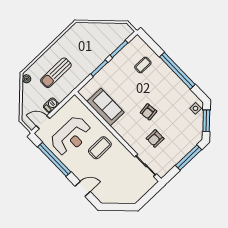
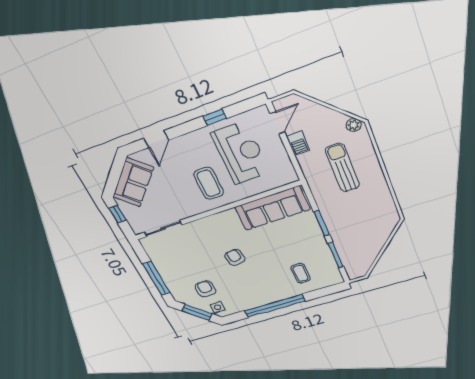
sofa: (106, 107) -> (272, 208), width x1.36
reception desk: (71, 136) -> (241, 153), turned 180
armchair: (155, 139) -> (206, 289), moved
window: (54, 159) -> (215, 117), width x0.32
sofa: (119, 194) -> (133, 182), added
window: (147, 198) -> (117, 214), added

